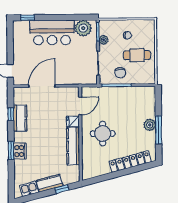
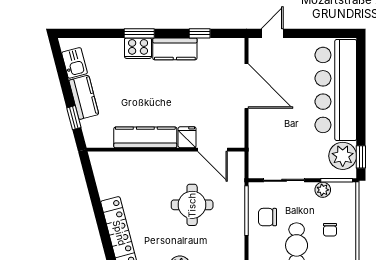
window: (28, 18) -> (361, 157), moved
bar counter: (52, 33) -> (336, 90), width x1.36
kitchen counter: (20, 118) -> (175, 49), moved
round table: (103, 134) -> (192, 205), moved

